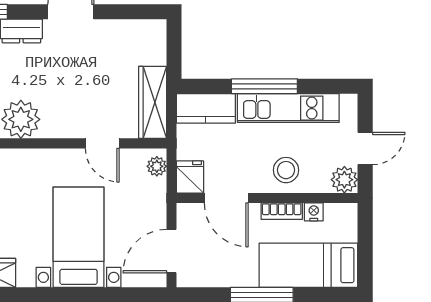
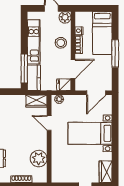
window: (264, 86) -> (24, 68), moved
wardrobe: (153, 102) -> (36, 101), width x0.67
door: (102, 143) -> (49, 123), swing flipped
door: (172, 251) -> (96, 93), hinge flipped

